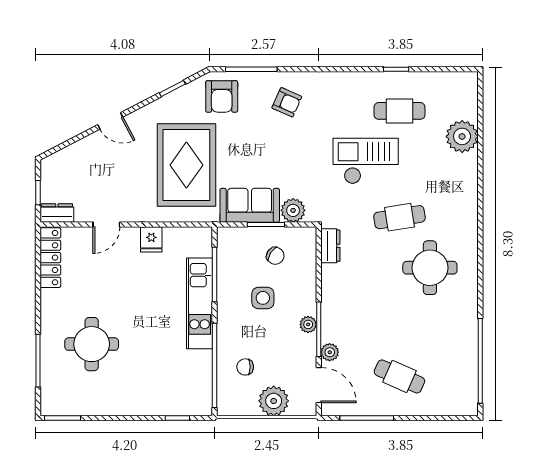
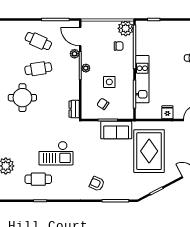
armchair: (222, 96) -> (131, 187), removed
plant: (293, 210) -> (94, 127), removed
cafe table: (399, 217) -> (38, 69), moved
plant: (274, 401) -> (126, 28), moved

